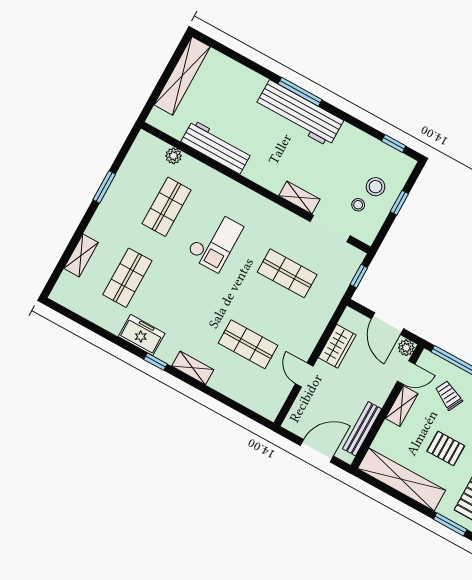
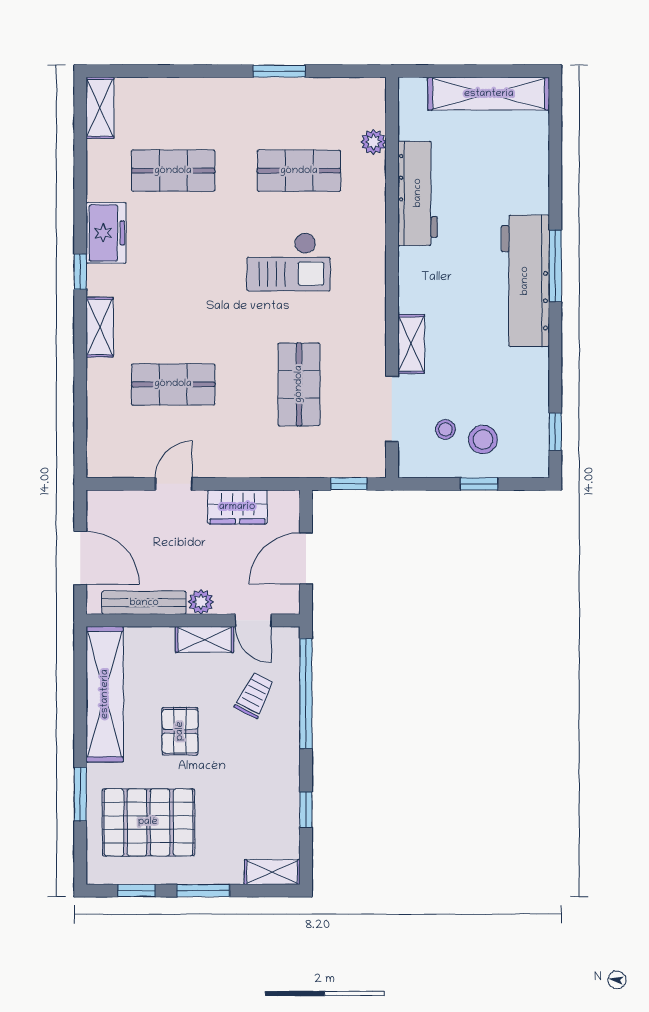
shelving: (81, 255) -> (100, 108), moved, turned 90
shop shelf: (248, 344) -> (173, 384), turned 90
plant: (406, 348) -> (201, 602), moved

